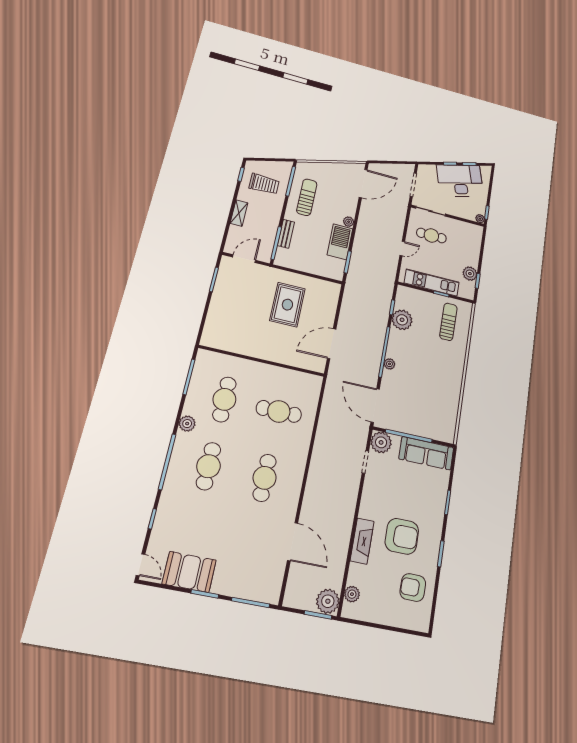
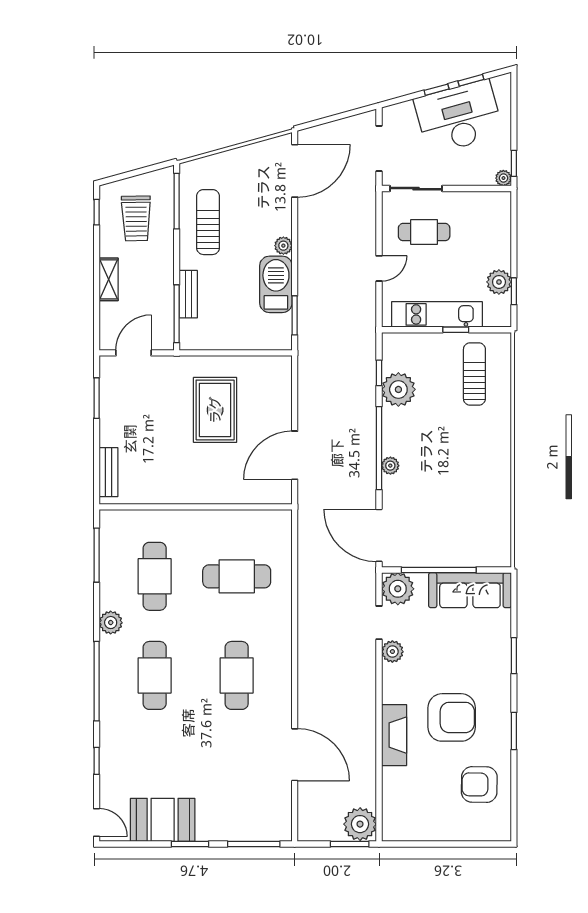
trolley: (264, 184) -> (136, 218), turned 89
bench: (210, 326) -> (108, 472), added
plant: (352, 594) -> (392, 652), moved

